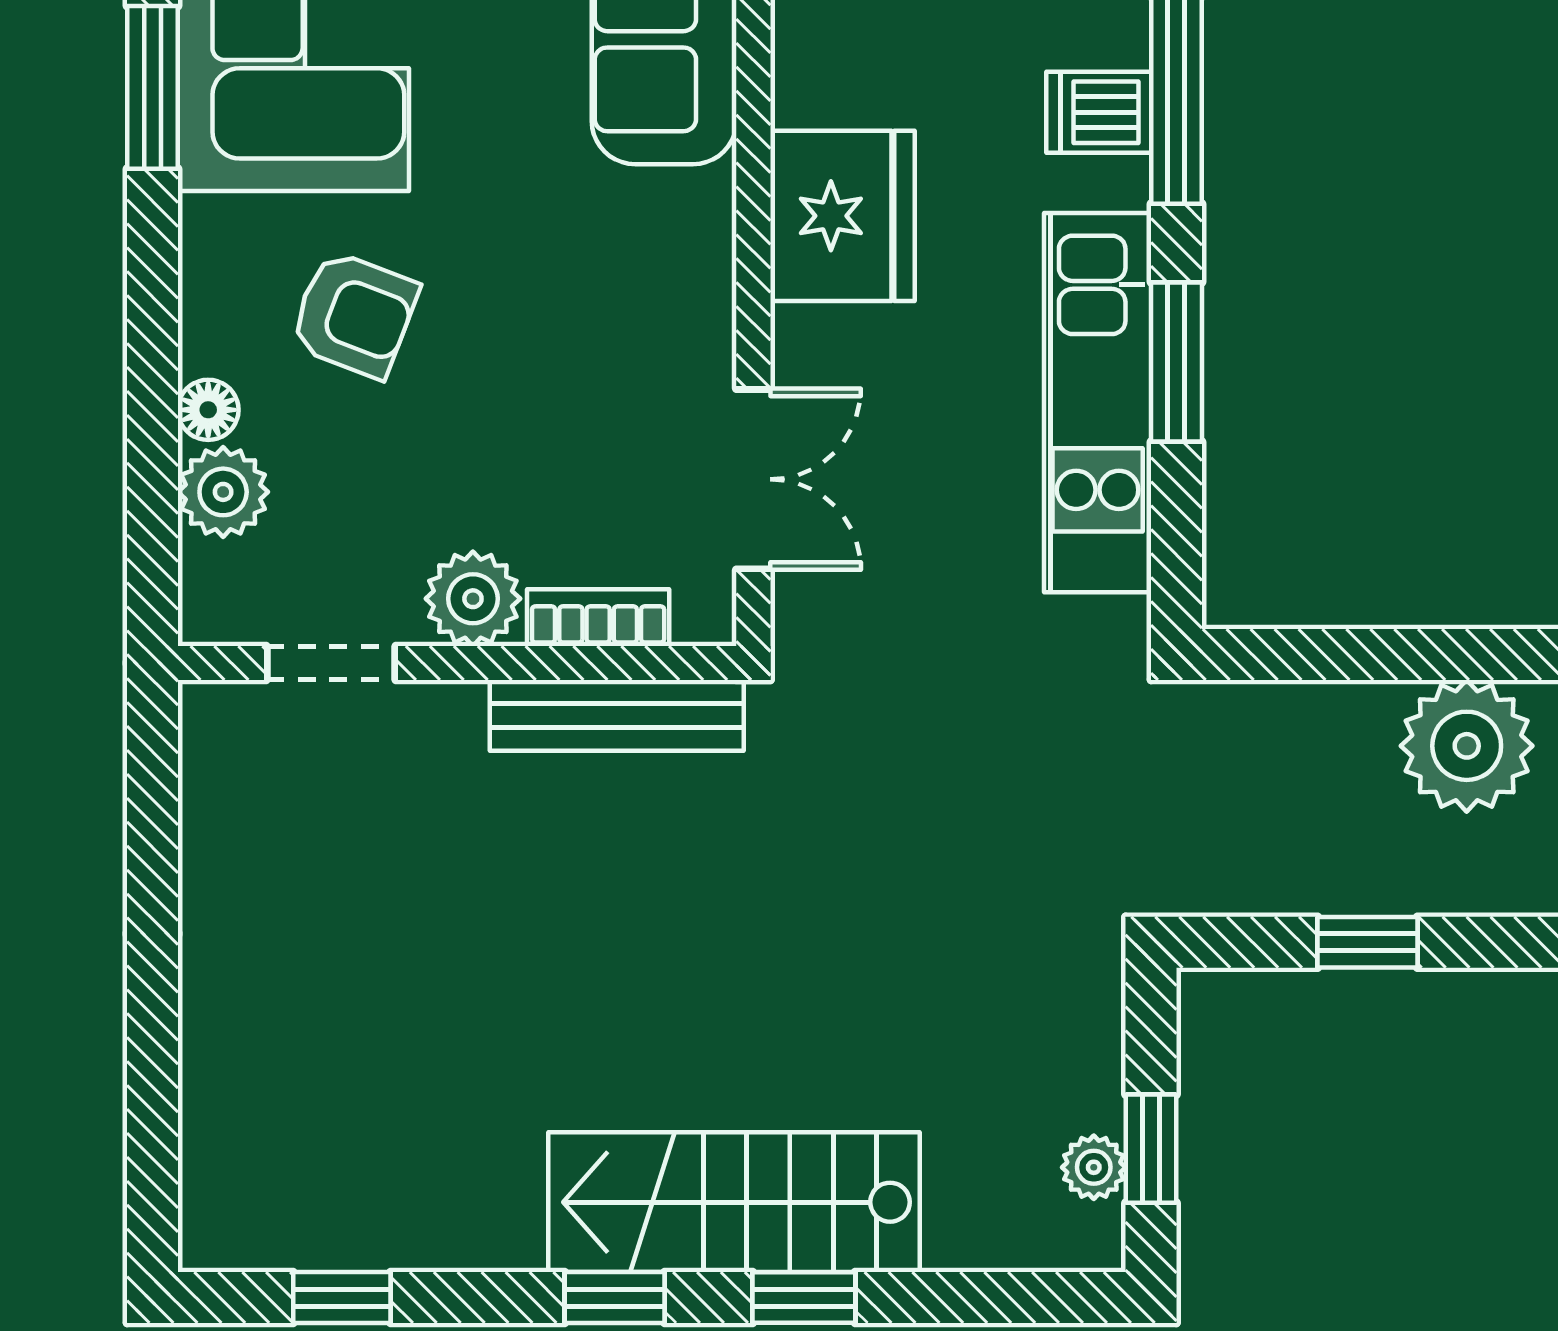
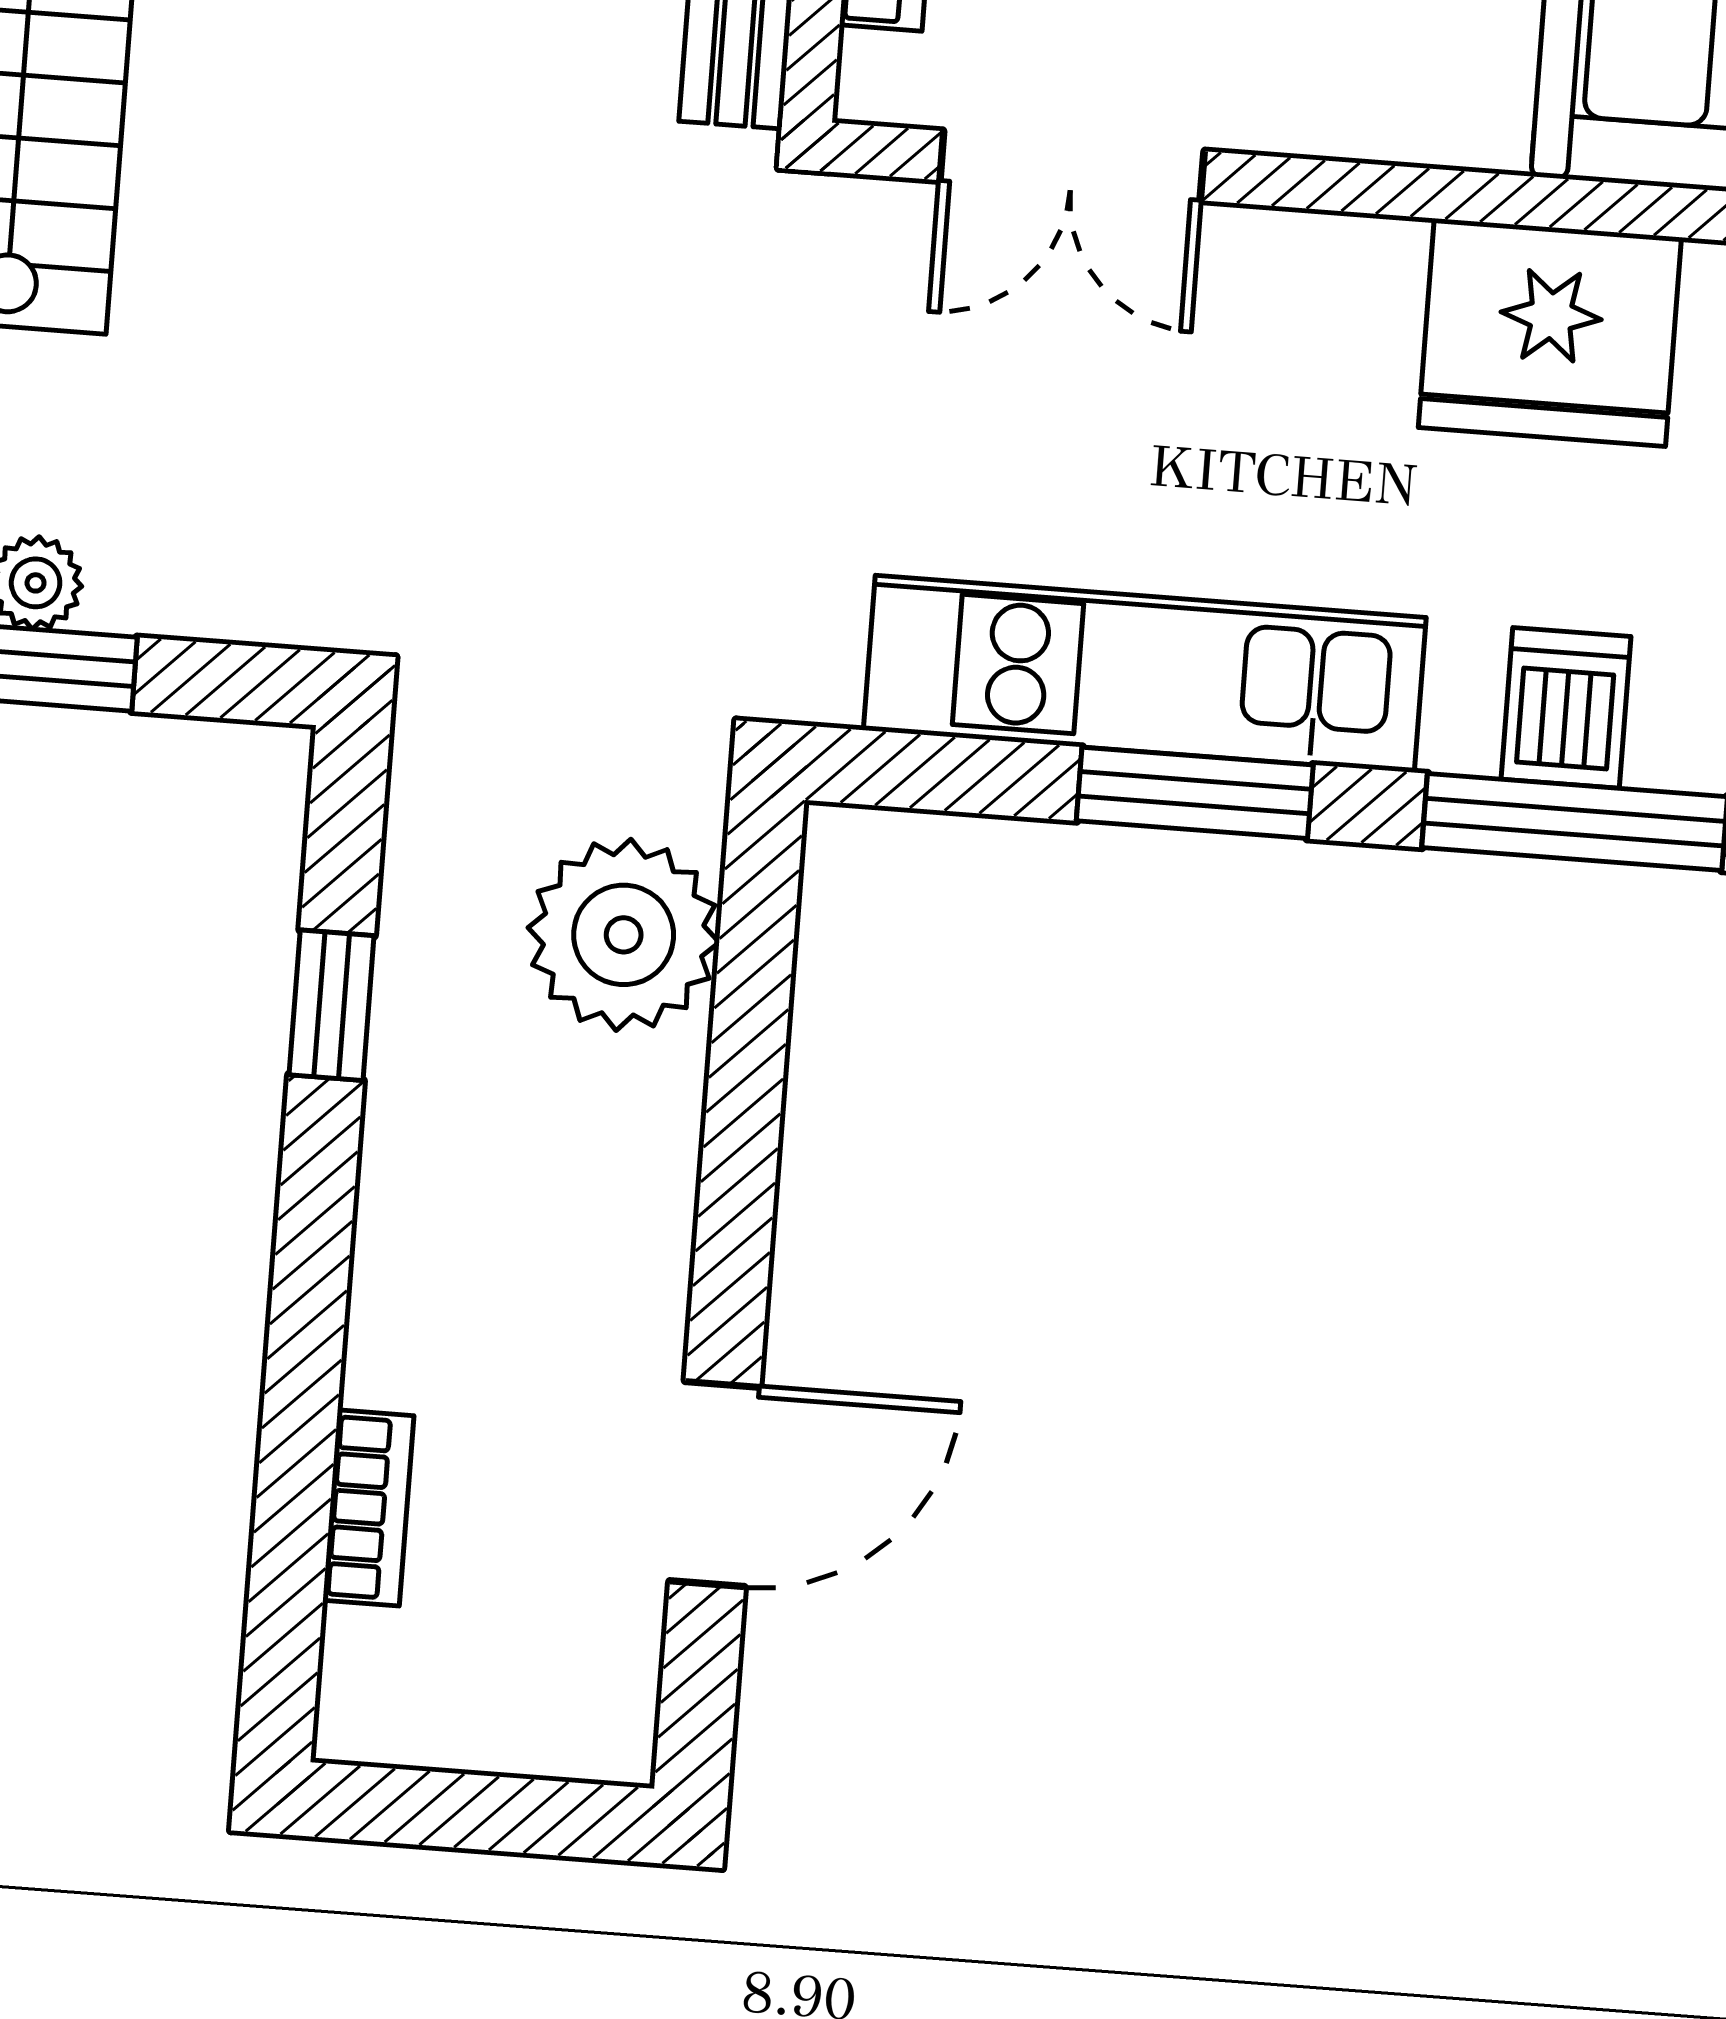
fridge: (842, 216) -> (1550, 333), moved
plant: (1467, 746) -> (624, 935), moved

